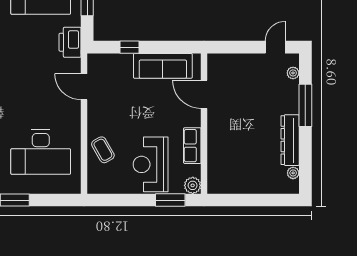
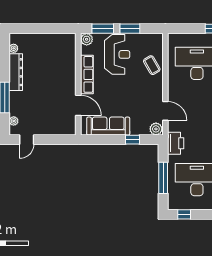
plant: (97, 62) -> (156, 129), added
row of seats: (192, 146) -> (87, 74), width x1.48
window: (133, 200) -> (130, 29), added

